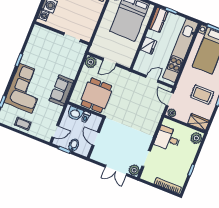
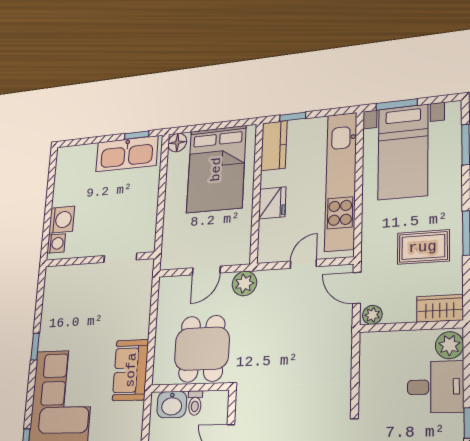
plant: (91, 62) -> (244, 283), moved
desk: (168, 139) -> (435, 387), moved, turned 180

